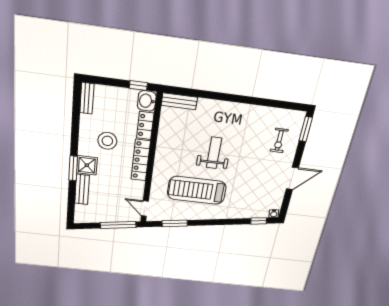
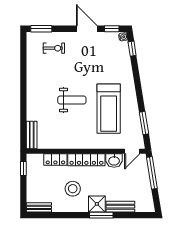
washbasin: (147, 101) -> (114, 161), moved
weight bench: (214, 153) -> (72, 100), turned 180
window: (285, 204) -> (112, 29), added

